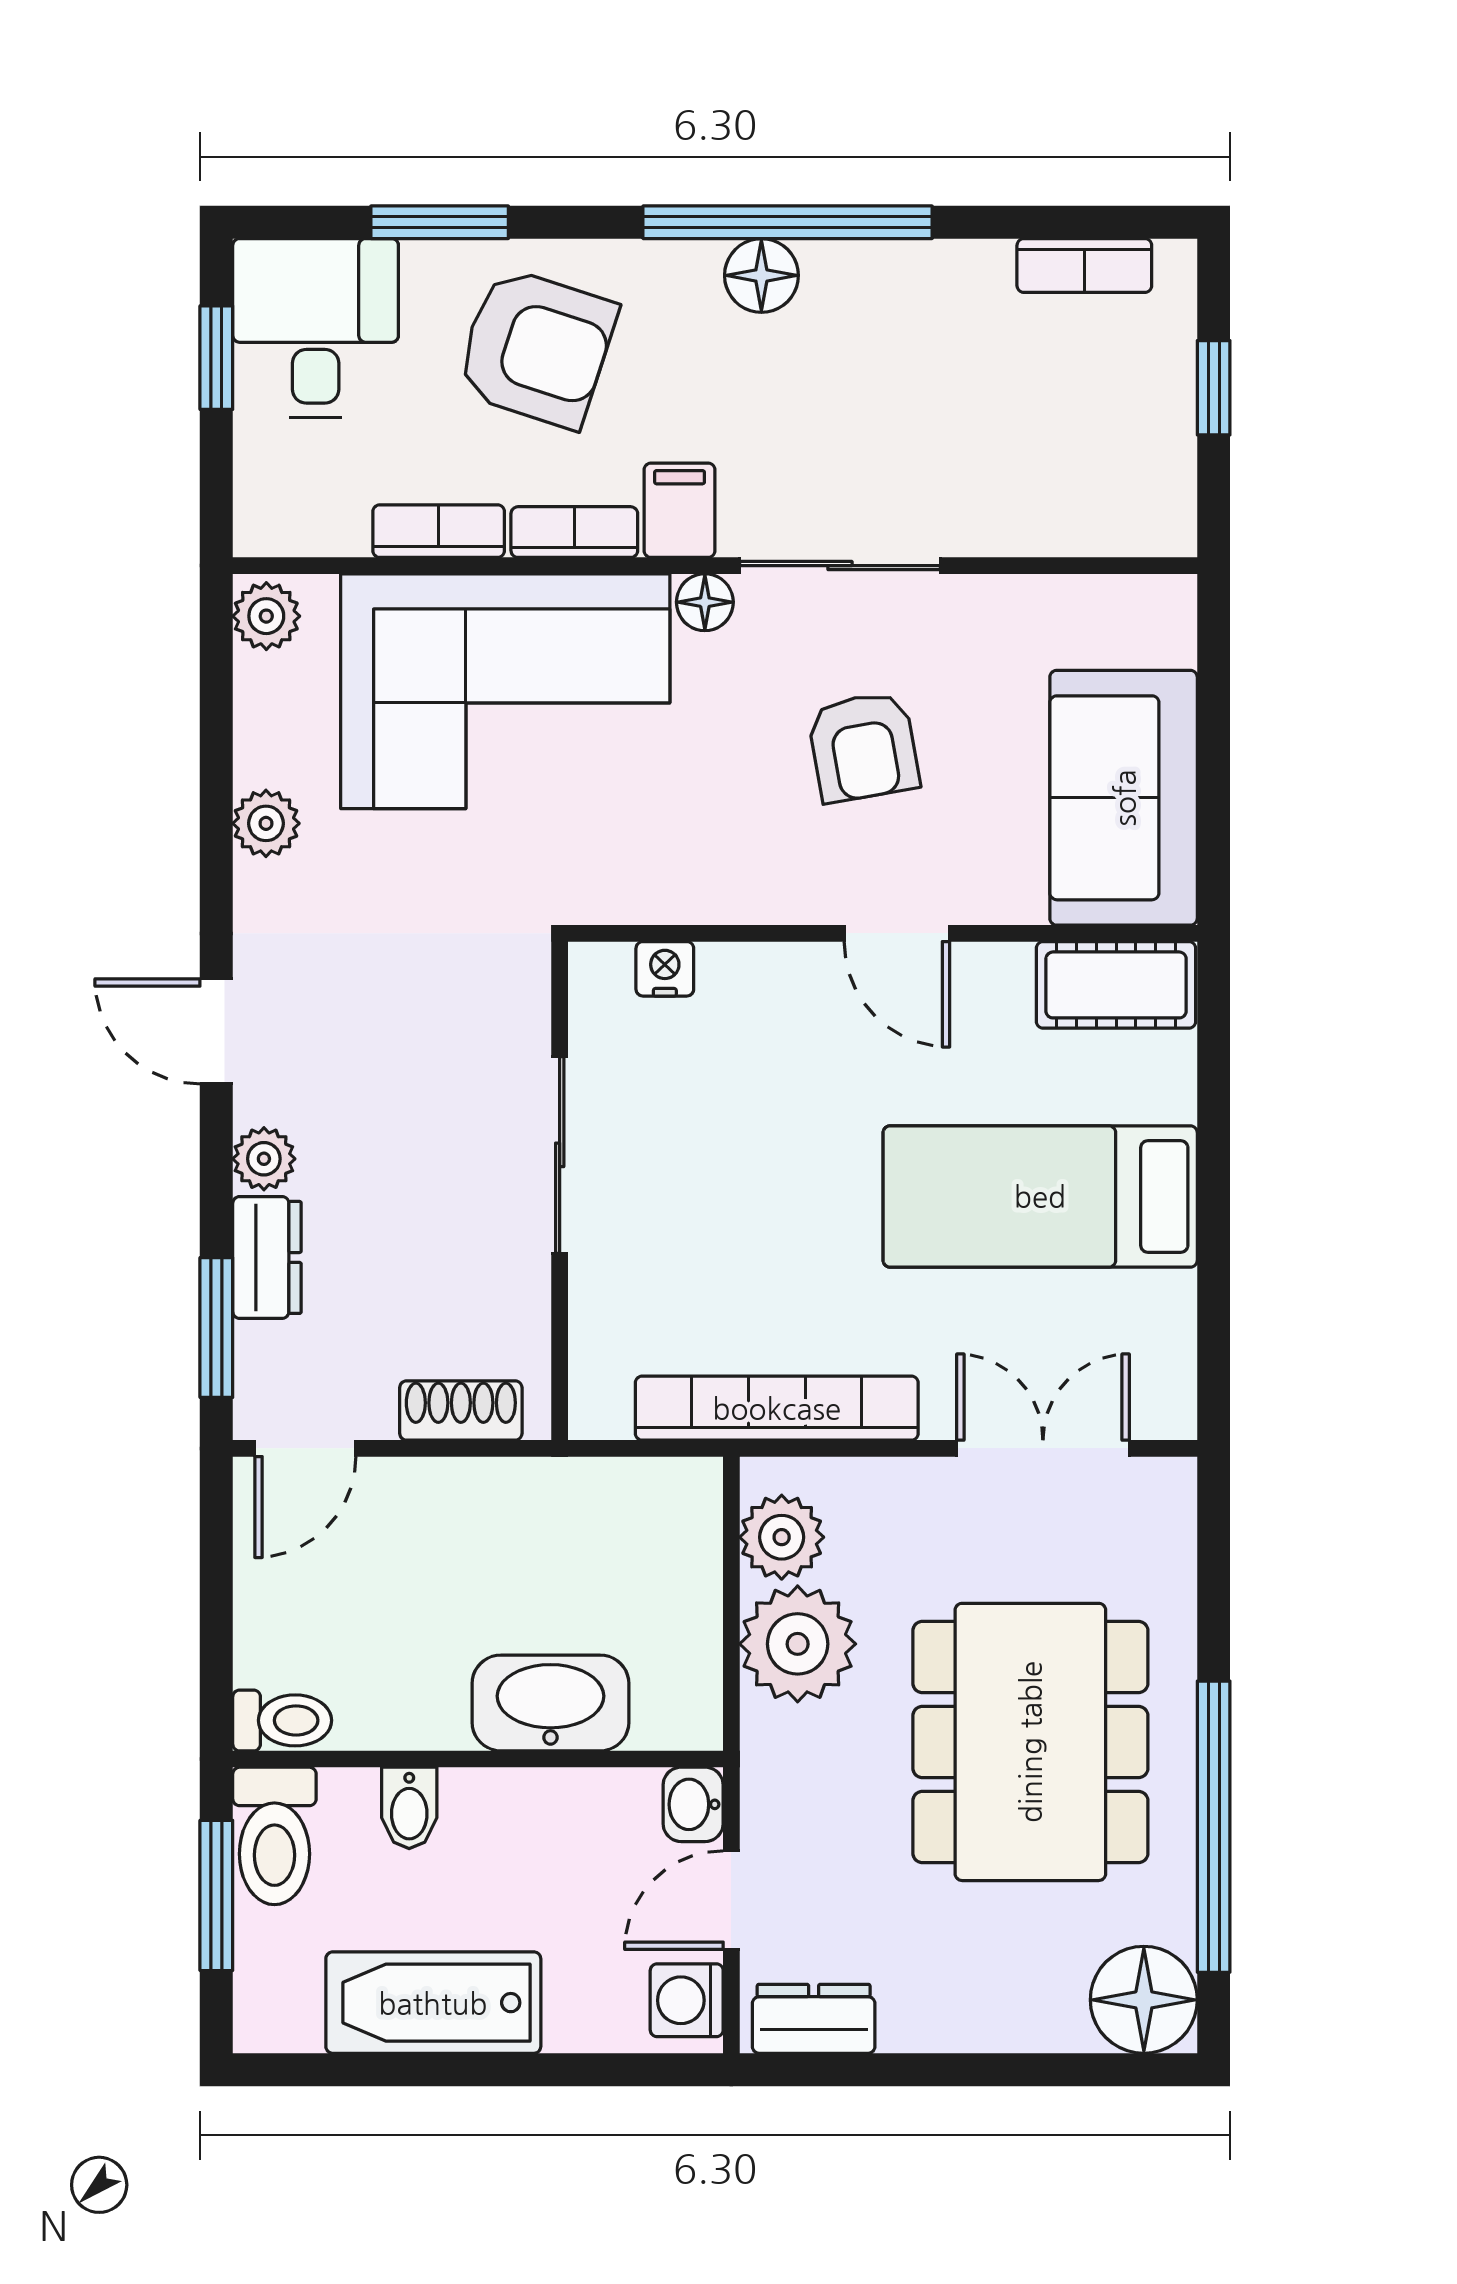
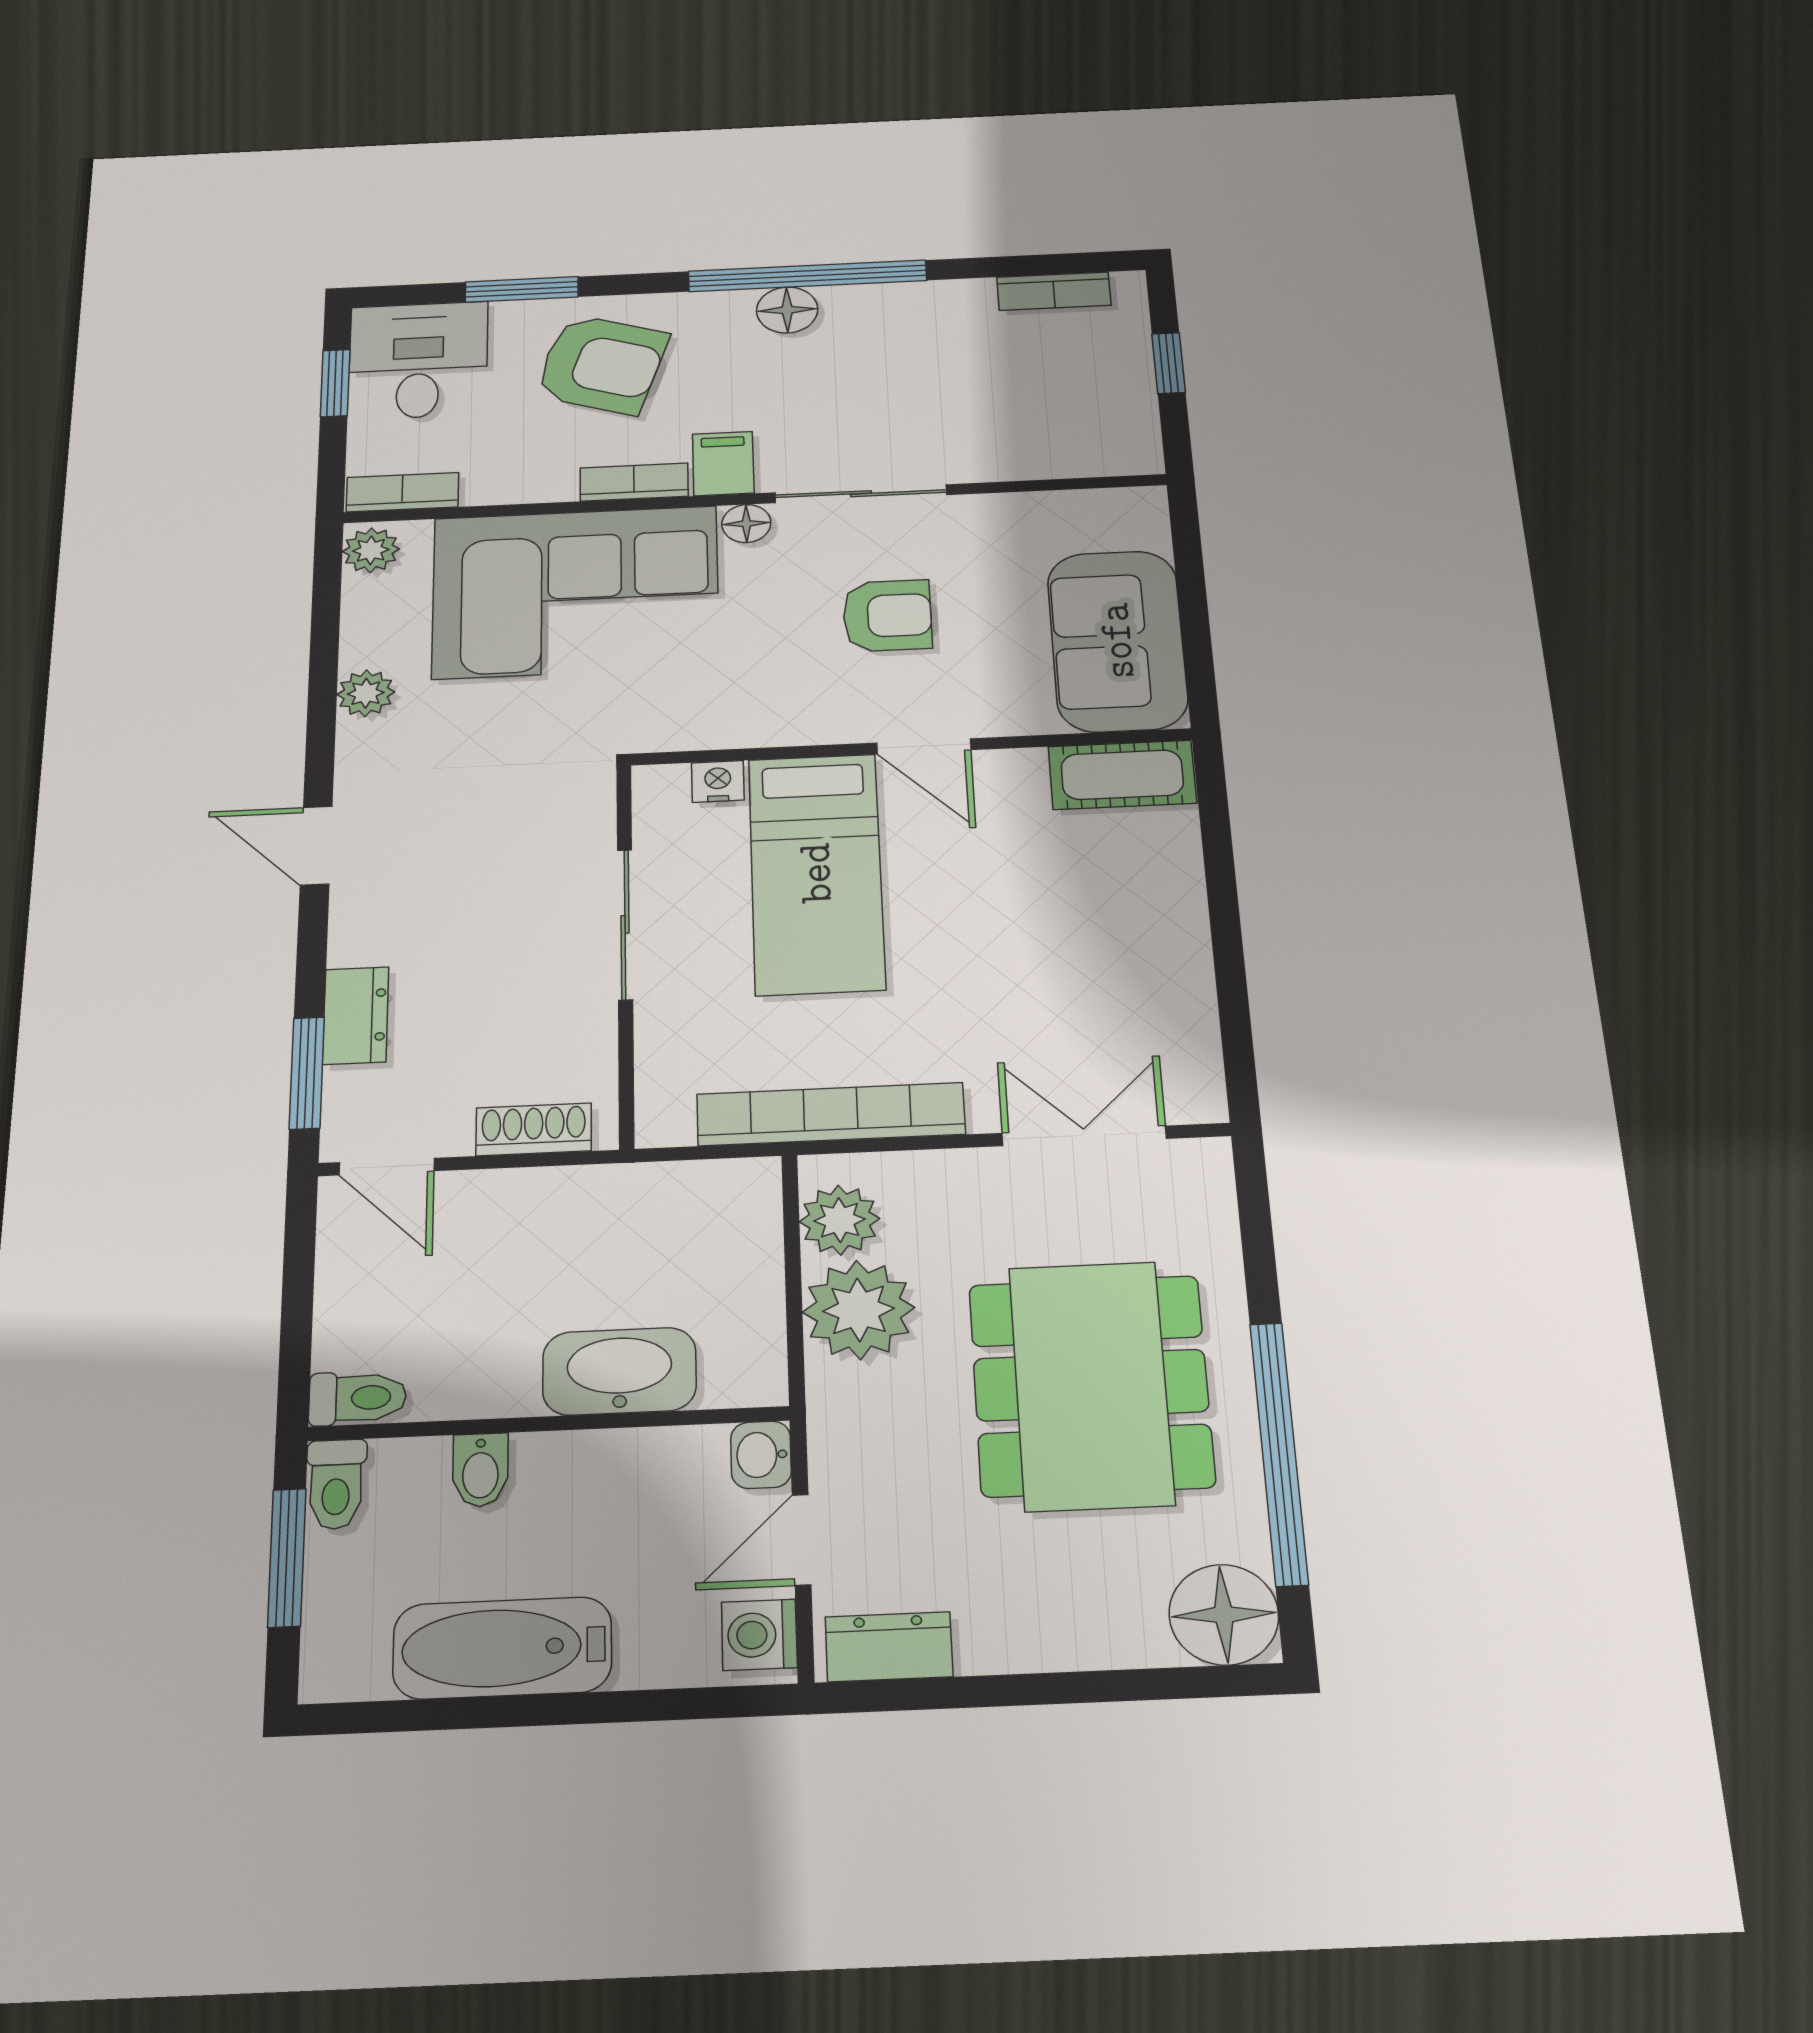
bookcase: (439, 531) -> (402, 492), moved
armchair: (863, 747) -> (887, 616), turned -80
plant: (264, 1159) -> (355, 939), removed
bed: (1040, 1196) -> (816, 873), moved, turned -90
door: (305, 1448) -> (387, 1167), hinge flipped
toilet: (274, 1836) -> (336, 1484), width x0.73, depth x0.72

